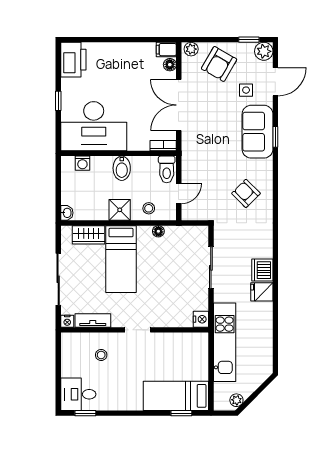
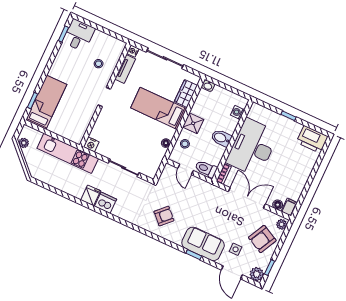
armchair: (219, 64) -> (262, 239), turned -93
desk: (94, 126) -> (252, 147), moved

